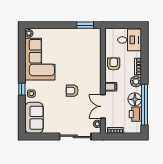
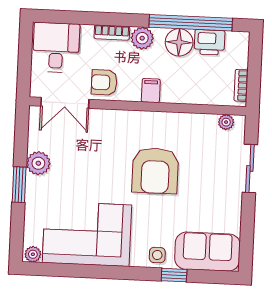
window: (85, 25) -> (19, 185), moved
plant: (73, 34) -> (38, 163), added
window: (22, 89) -> (174, 275), moved
armchair: (72, 91) -> (155, 171), width x1.88, depth x1.88
double door: (103, 106) -> (65, 103), moved
sliding door: (75, 136) -> (250, 168), width x0.73

